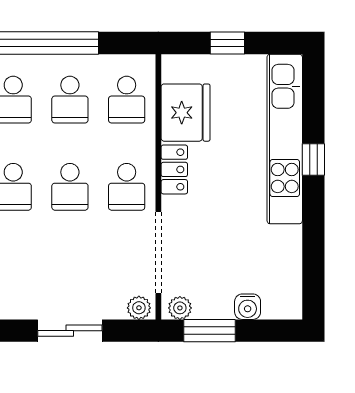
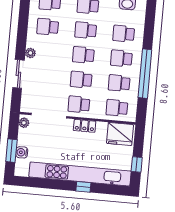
window: (227, 43) -> (137, 164), moved
fridge: (186, 113) -> (120, 134), moved
kitchen unit: (285, 139) -> (80, 174), width x1.36
plant: (139, 308) -> (30, 53), moved
window: (209, 331) -> (11, 151), moved

